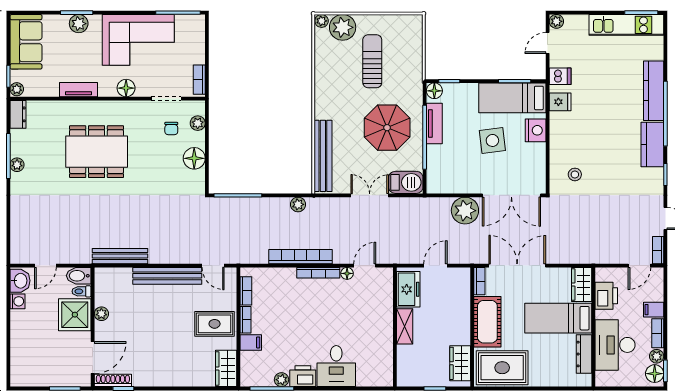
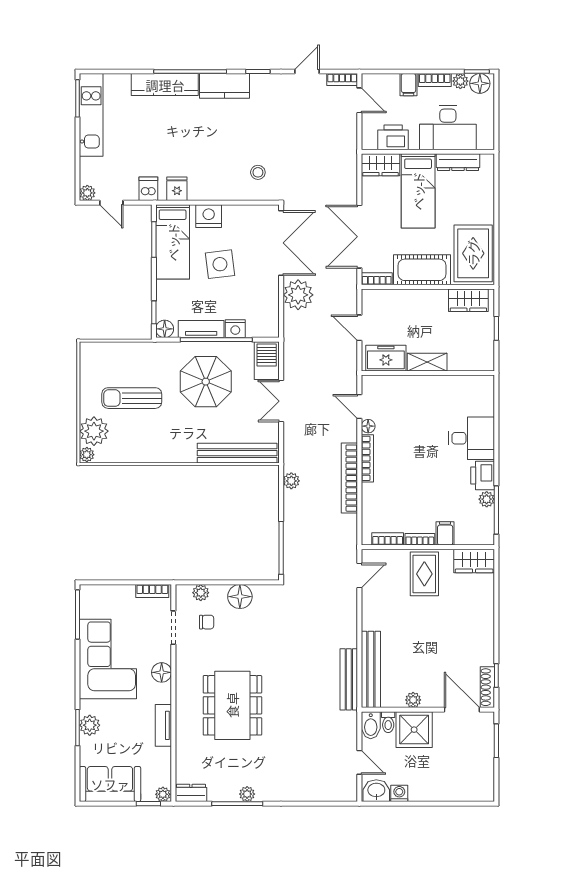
nightstand: (435, 154) -> (235, 329), added
bench: (167, 276) -> (371, 669), moved

